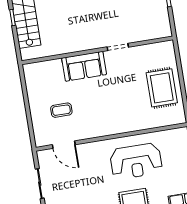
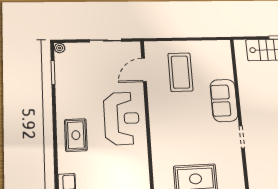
coffee table: (61, 110) -> (180, 72), width x1.86, depth x1.72
reception desk: (136, 161) -> (122, 118), moved, turned 180

